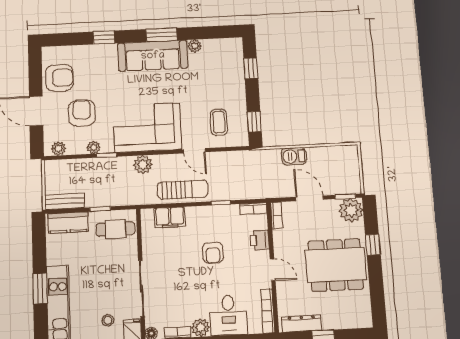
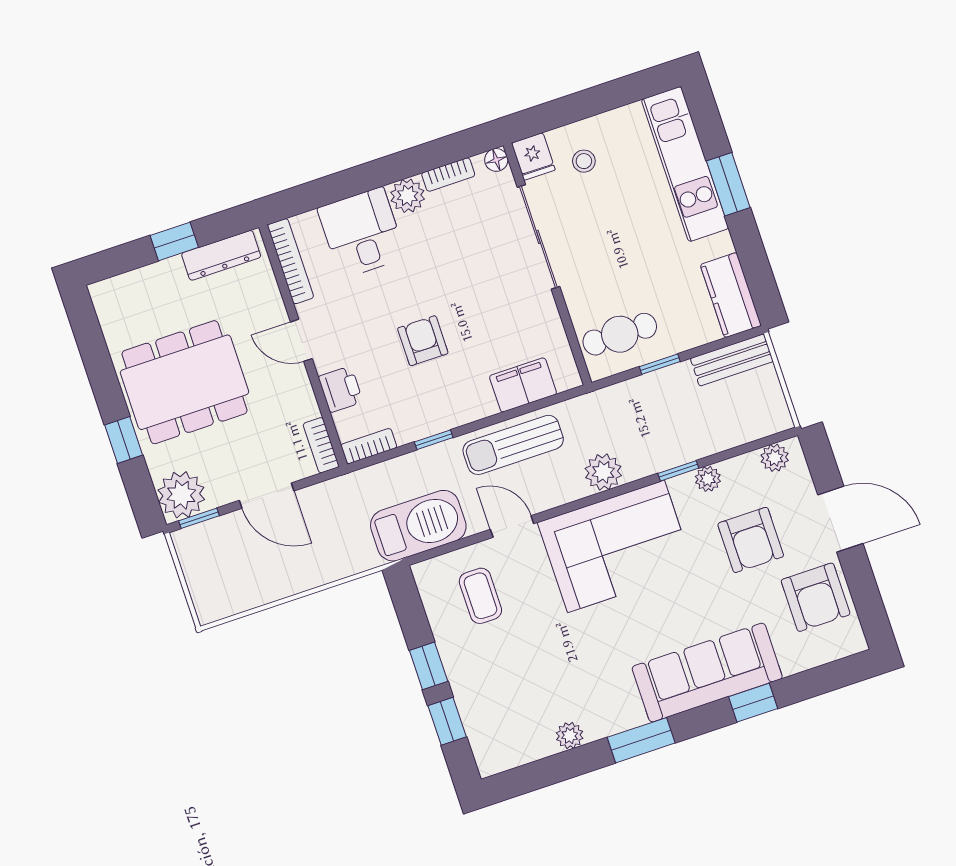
sofa: (153, 56) -> (707, 673), moved
armchair: (59, 78) -> (816, 597), turned -90
window: (254, 122) -> (429, 666), moved
barbecue: (294, 156) -> (418, 526), moved, width x1.88, depth x1.53
kitchen counter: (68, 222) -> (731, 295), moved, turned -90

